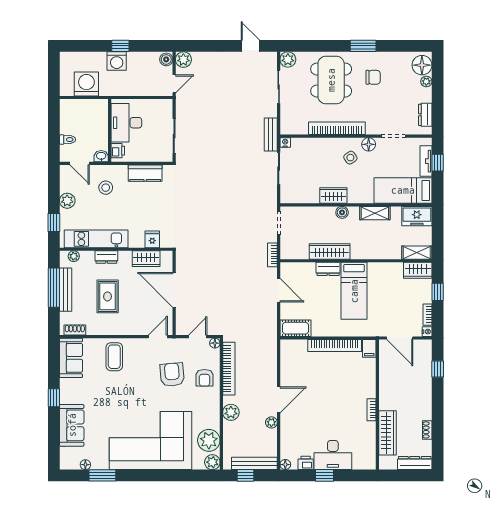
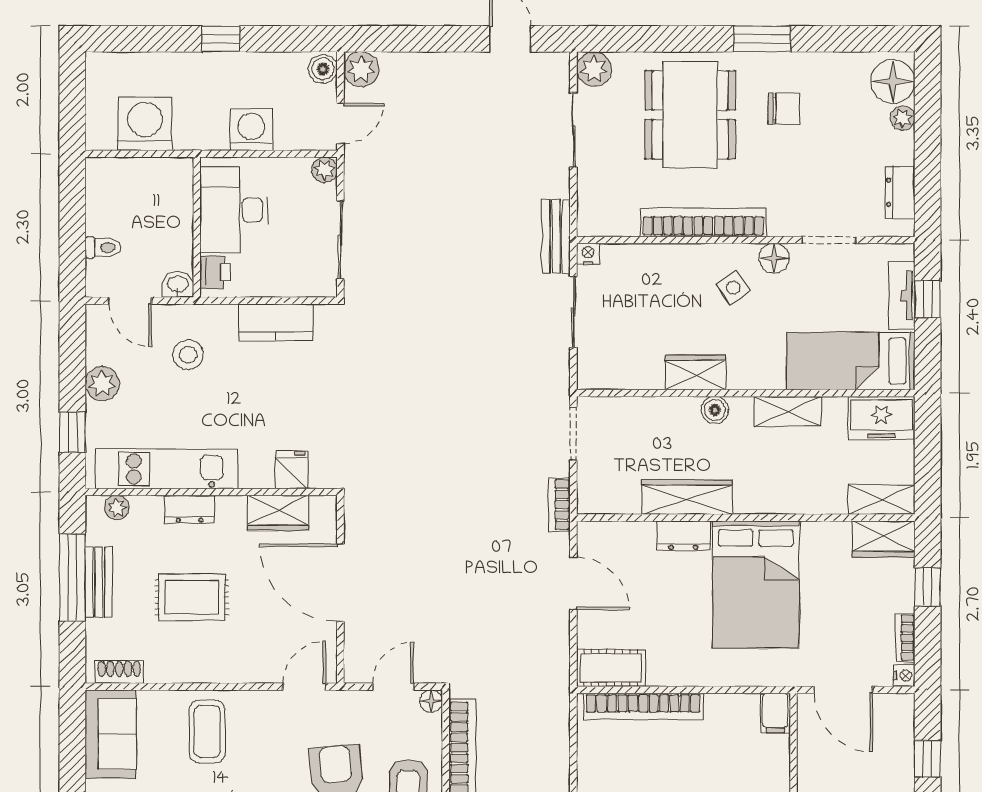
washing machine: (117, 61) -> (251, 130), moved, turned 180
plant: (167, 105) -> (324, 170), added
bench: (66, 290) -> (99, 582), width x0.73
bed: (354, 291) -> (756, 585), width x1.50
rug: (108, 296) -> (192, 597), turned 90
bookcase: (335, 346) -> (643, 707), moved

